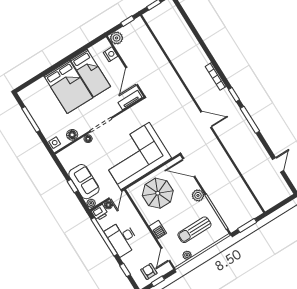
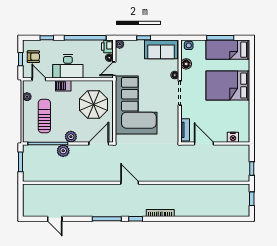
plant: (117, 38) -> (63, 151), moved
bed: (90, 73) -> (228, 50), moved
door: (206, 119) -> (130, 183), swing flipped
sofa: (84, 182) -> (161, 49), moved
door: (115, 195) -> (114, 69), hinge flipped
desk: (122, 238) -> (68, 66), moved, turned 180

